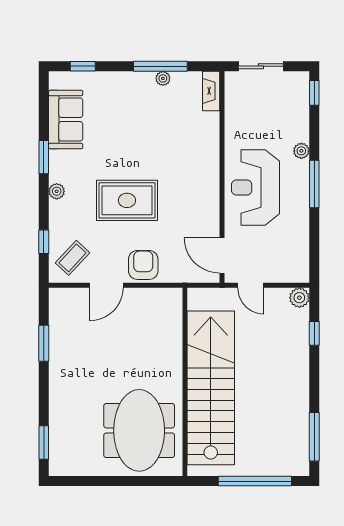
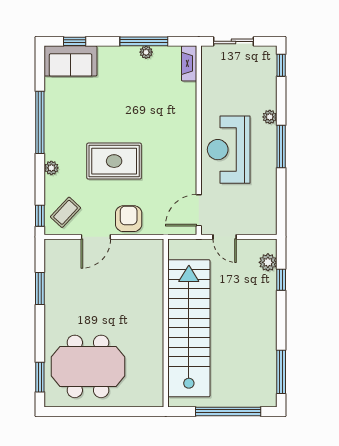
sofa: (66, 120) -> (71, 61), moved, turned 90
window: (44, 157) -> (40, 122), width x2.11
plant: (57, 191) -> (51, 168), moved
window: (44, 242) -> (40, 216), moved
door: (222, 255) -> (199, 210), hinge flipped
plant: (299, 298) -> (268, 262), moved
meeting table: (139, 430) -> (88, 366), moved, turned 90

